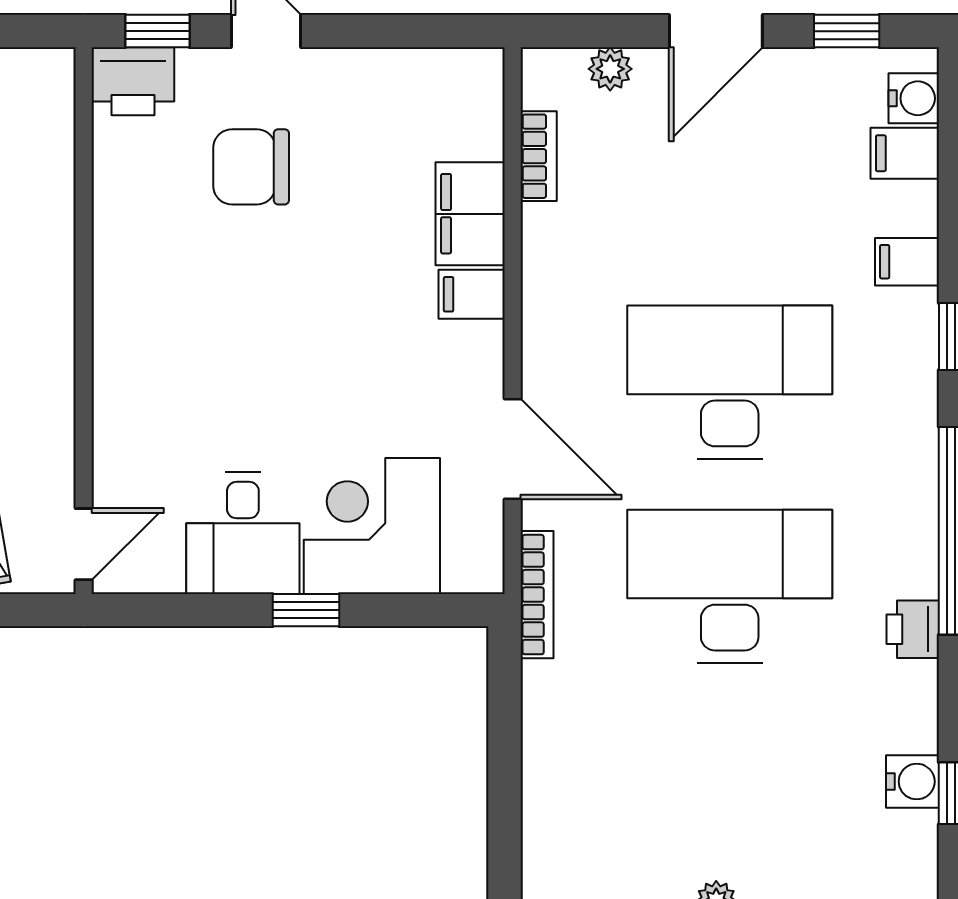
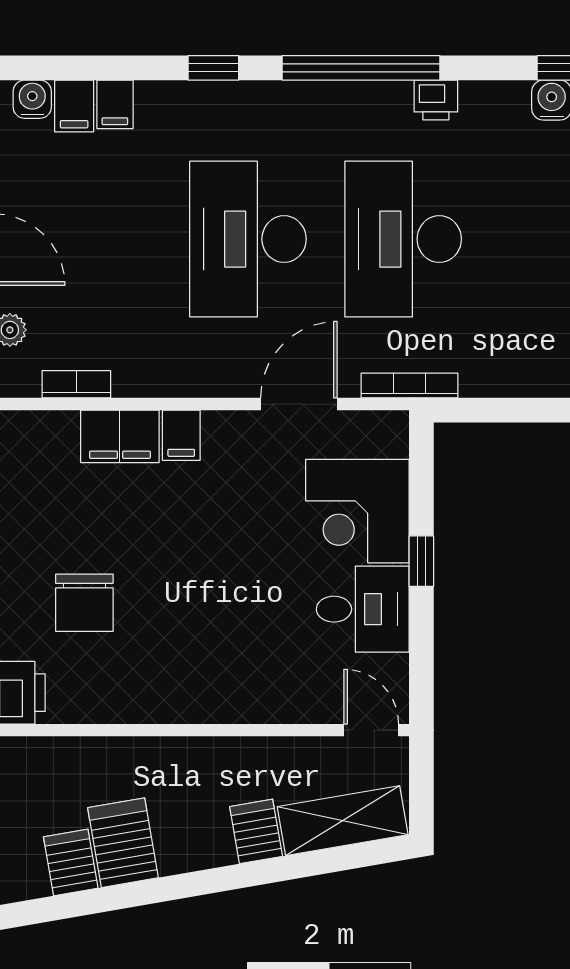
filing cabinet: (907, 262) -> (115, 104), moved

